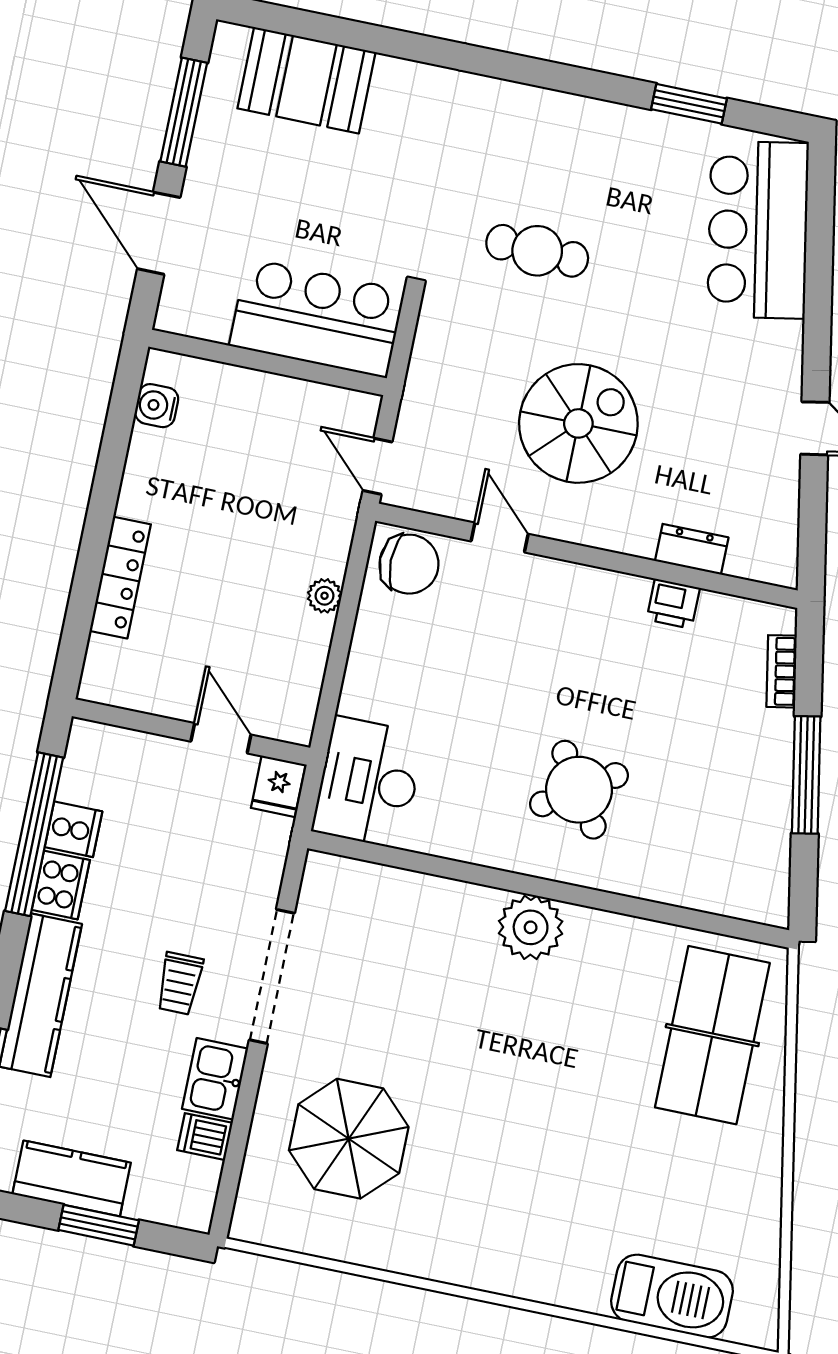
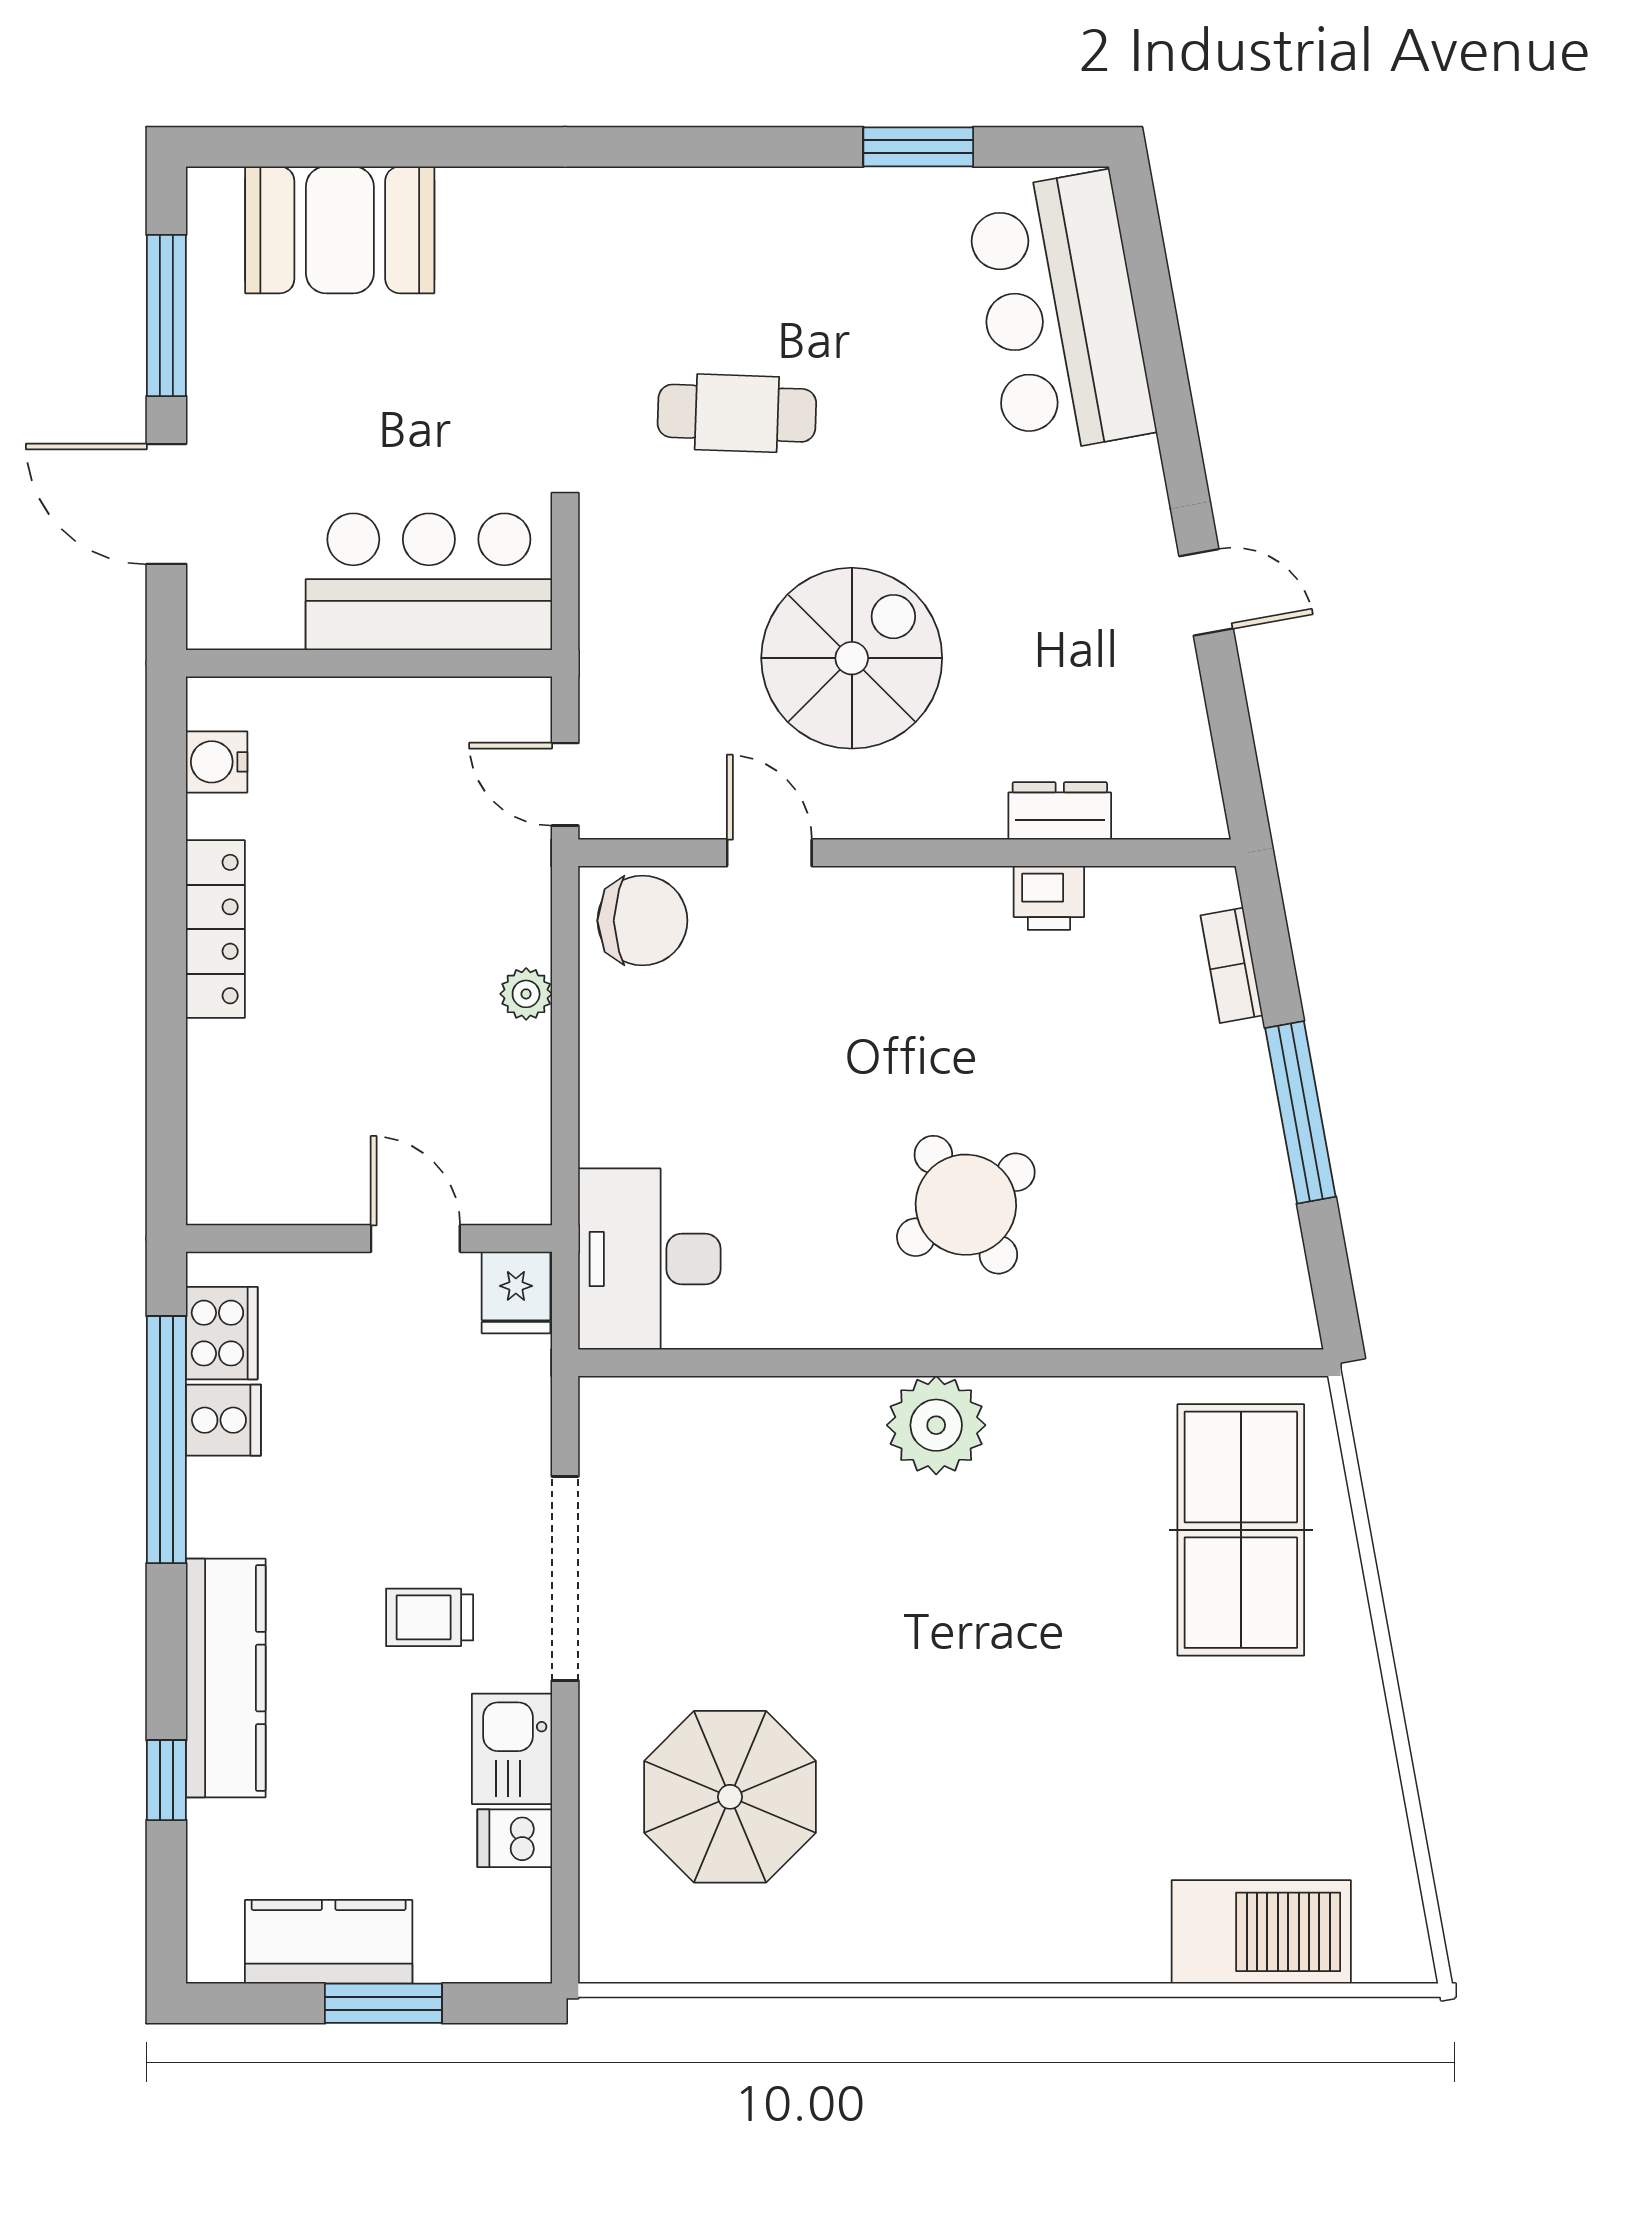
locker: (120, 578) -> (215, 929), moved
cooker: (61, 885) -> (222, 1333), moved
trolley: (180, 983) -> (430, 1617), turned 90

